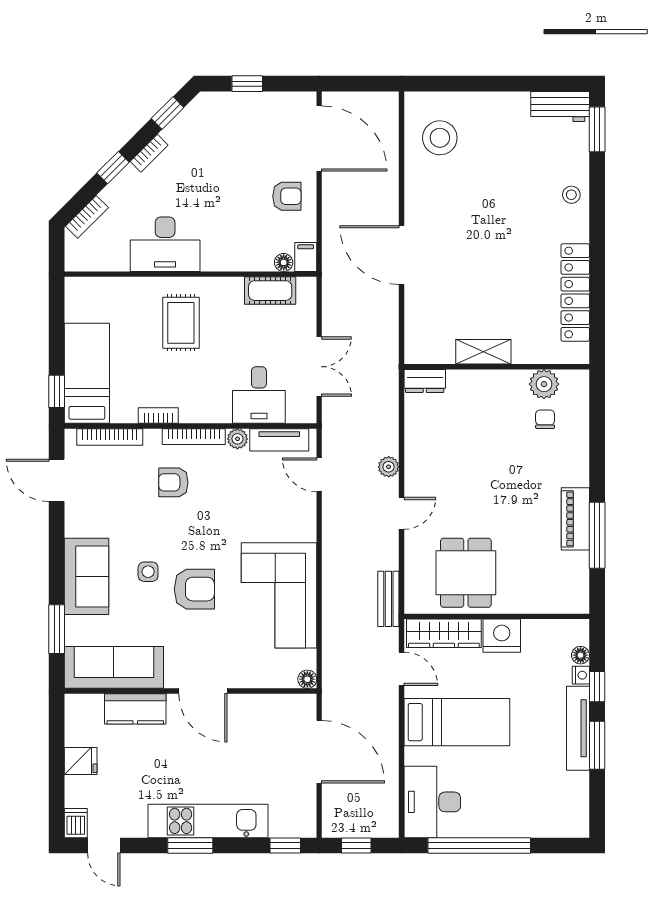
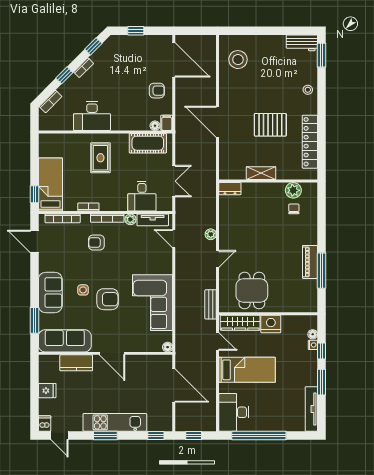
pallet: (501, 261) -> (270, 125), added
cot: (270, 291) -> (148, 143), width x1.37, depth x1.34
tv unit: (578, 728) -> (311, 409), moved

